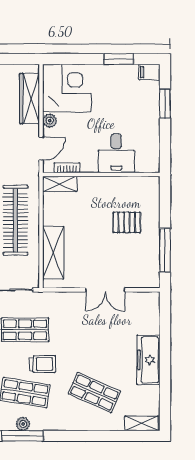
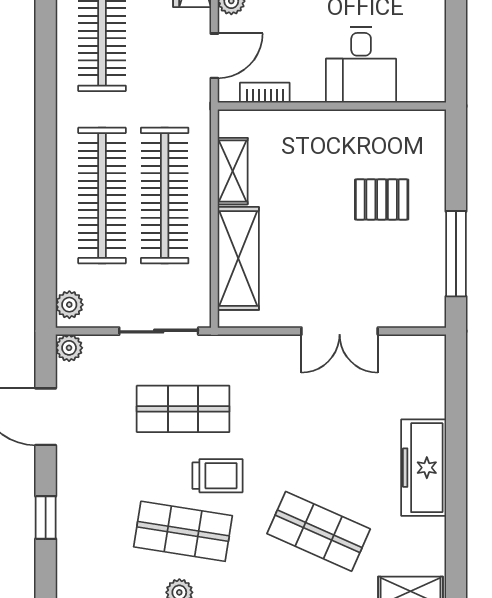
shelving: (60, 184) -> (233, 171), moved, turned 90

